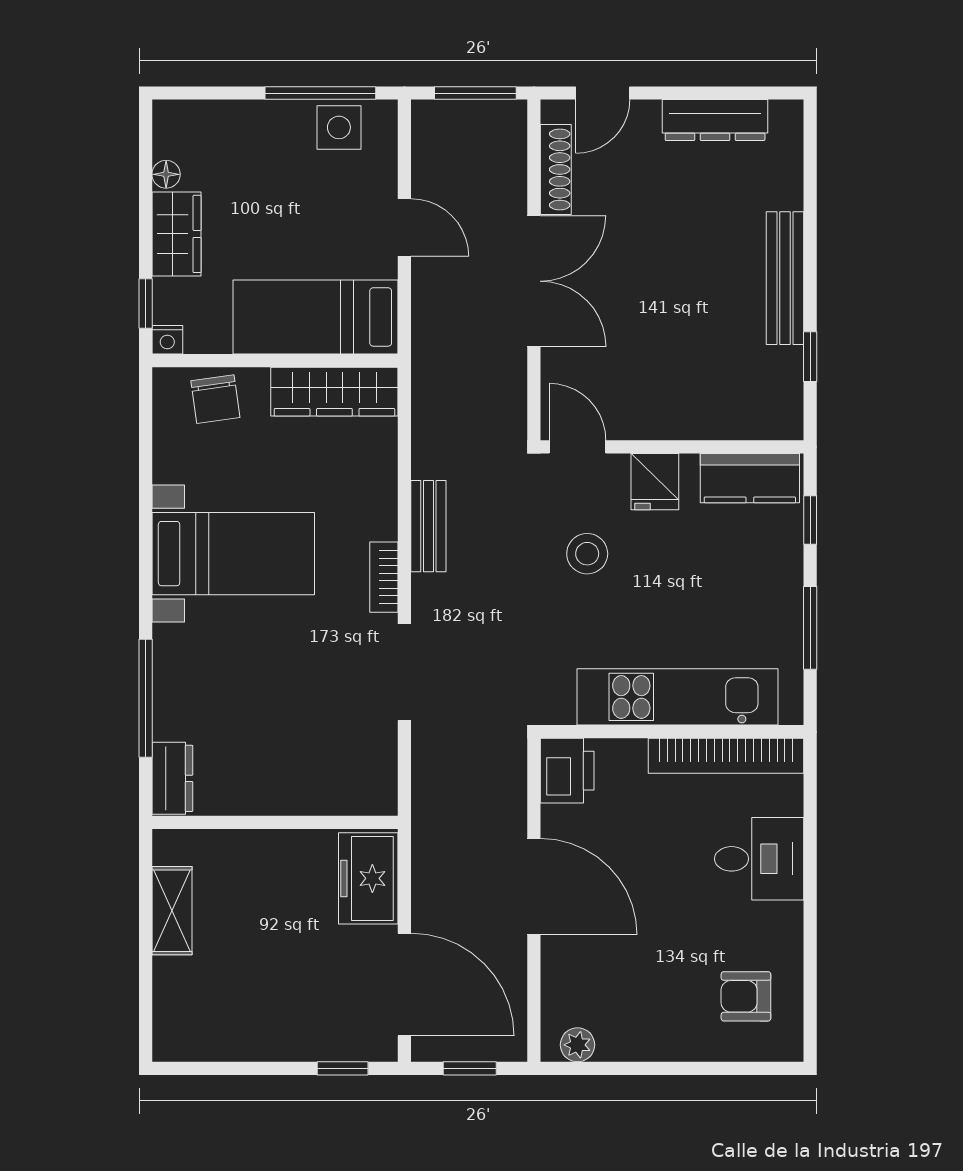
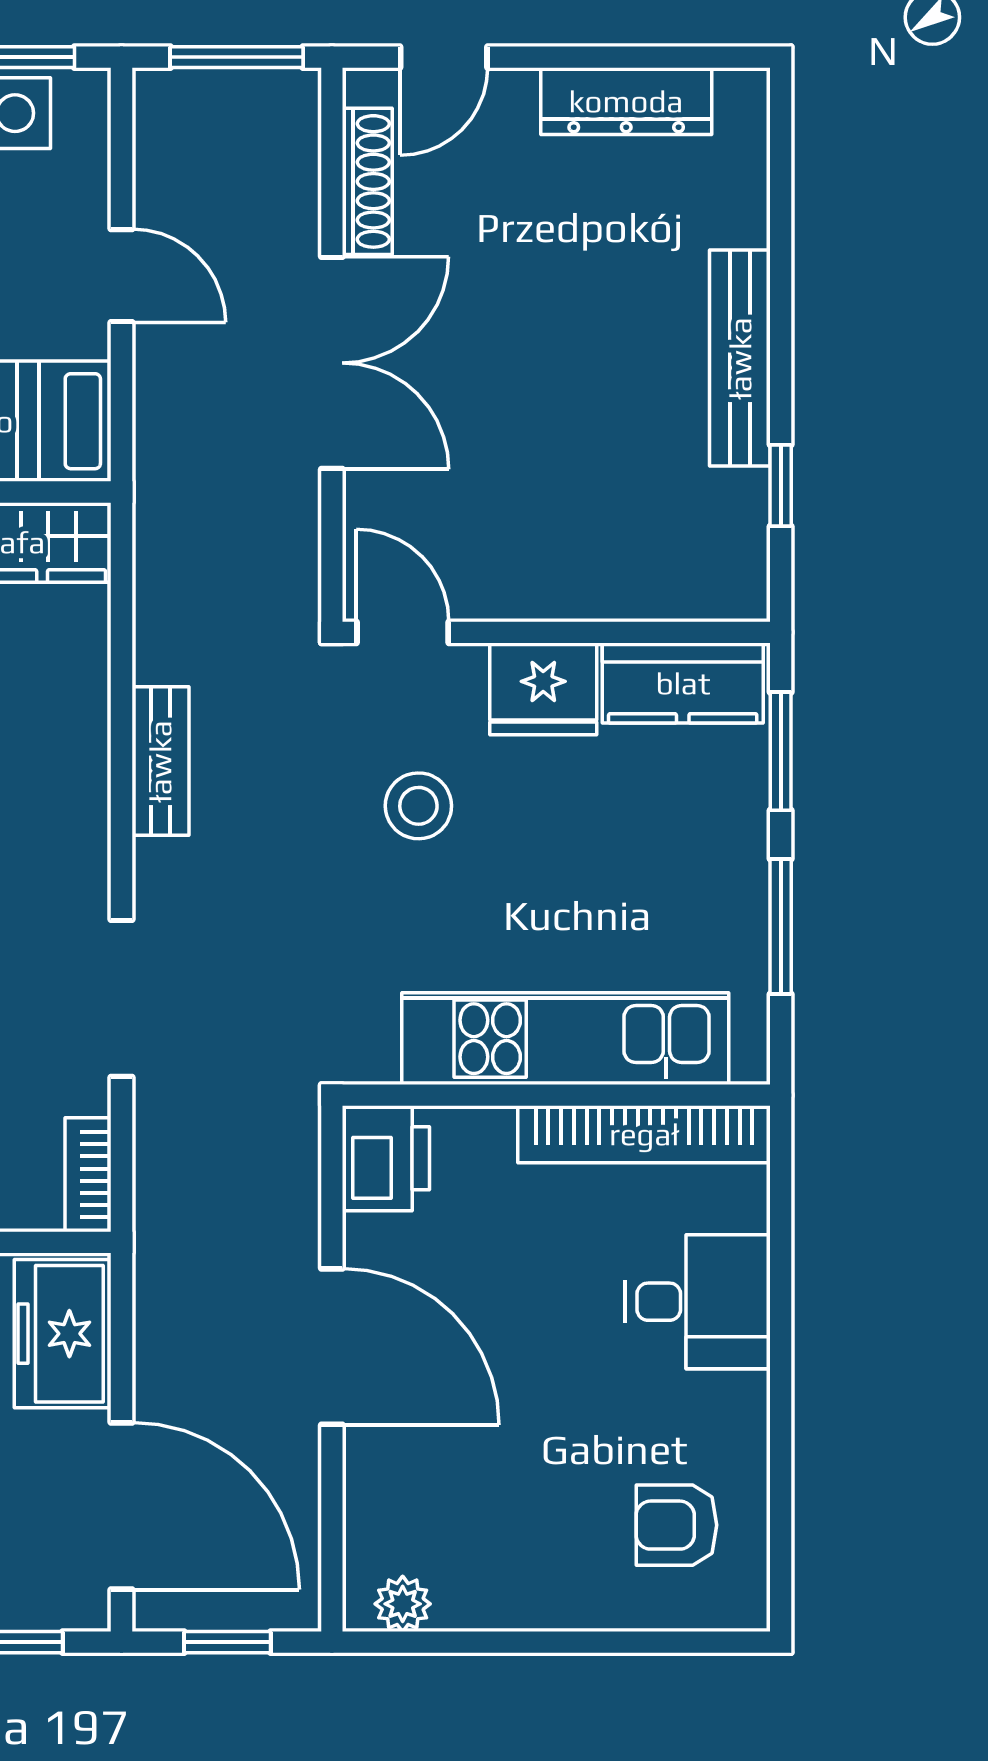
fridge: (655, 482) -> (543, 689), width x1.38
window: (810, 520) -> (781, 751), width x1.50
bookcase: (384, 577) -> (88, 1175), moved

